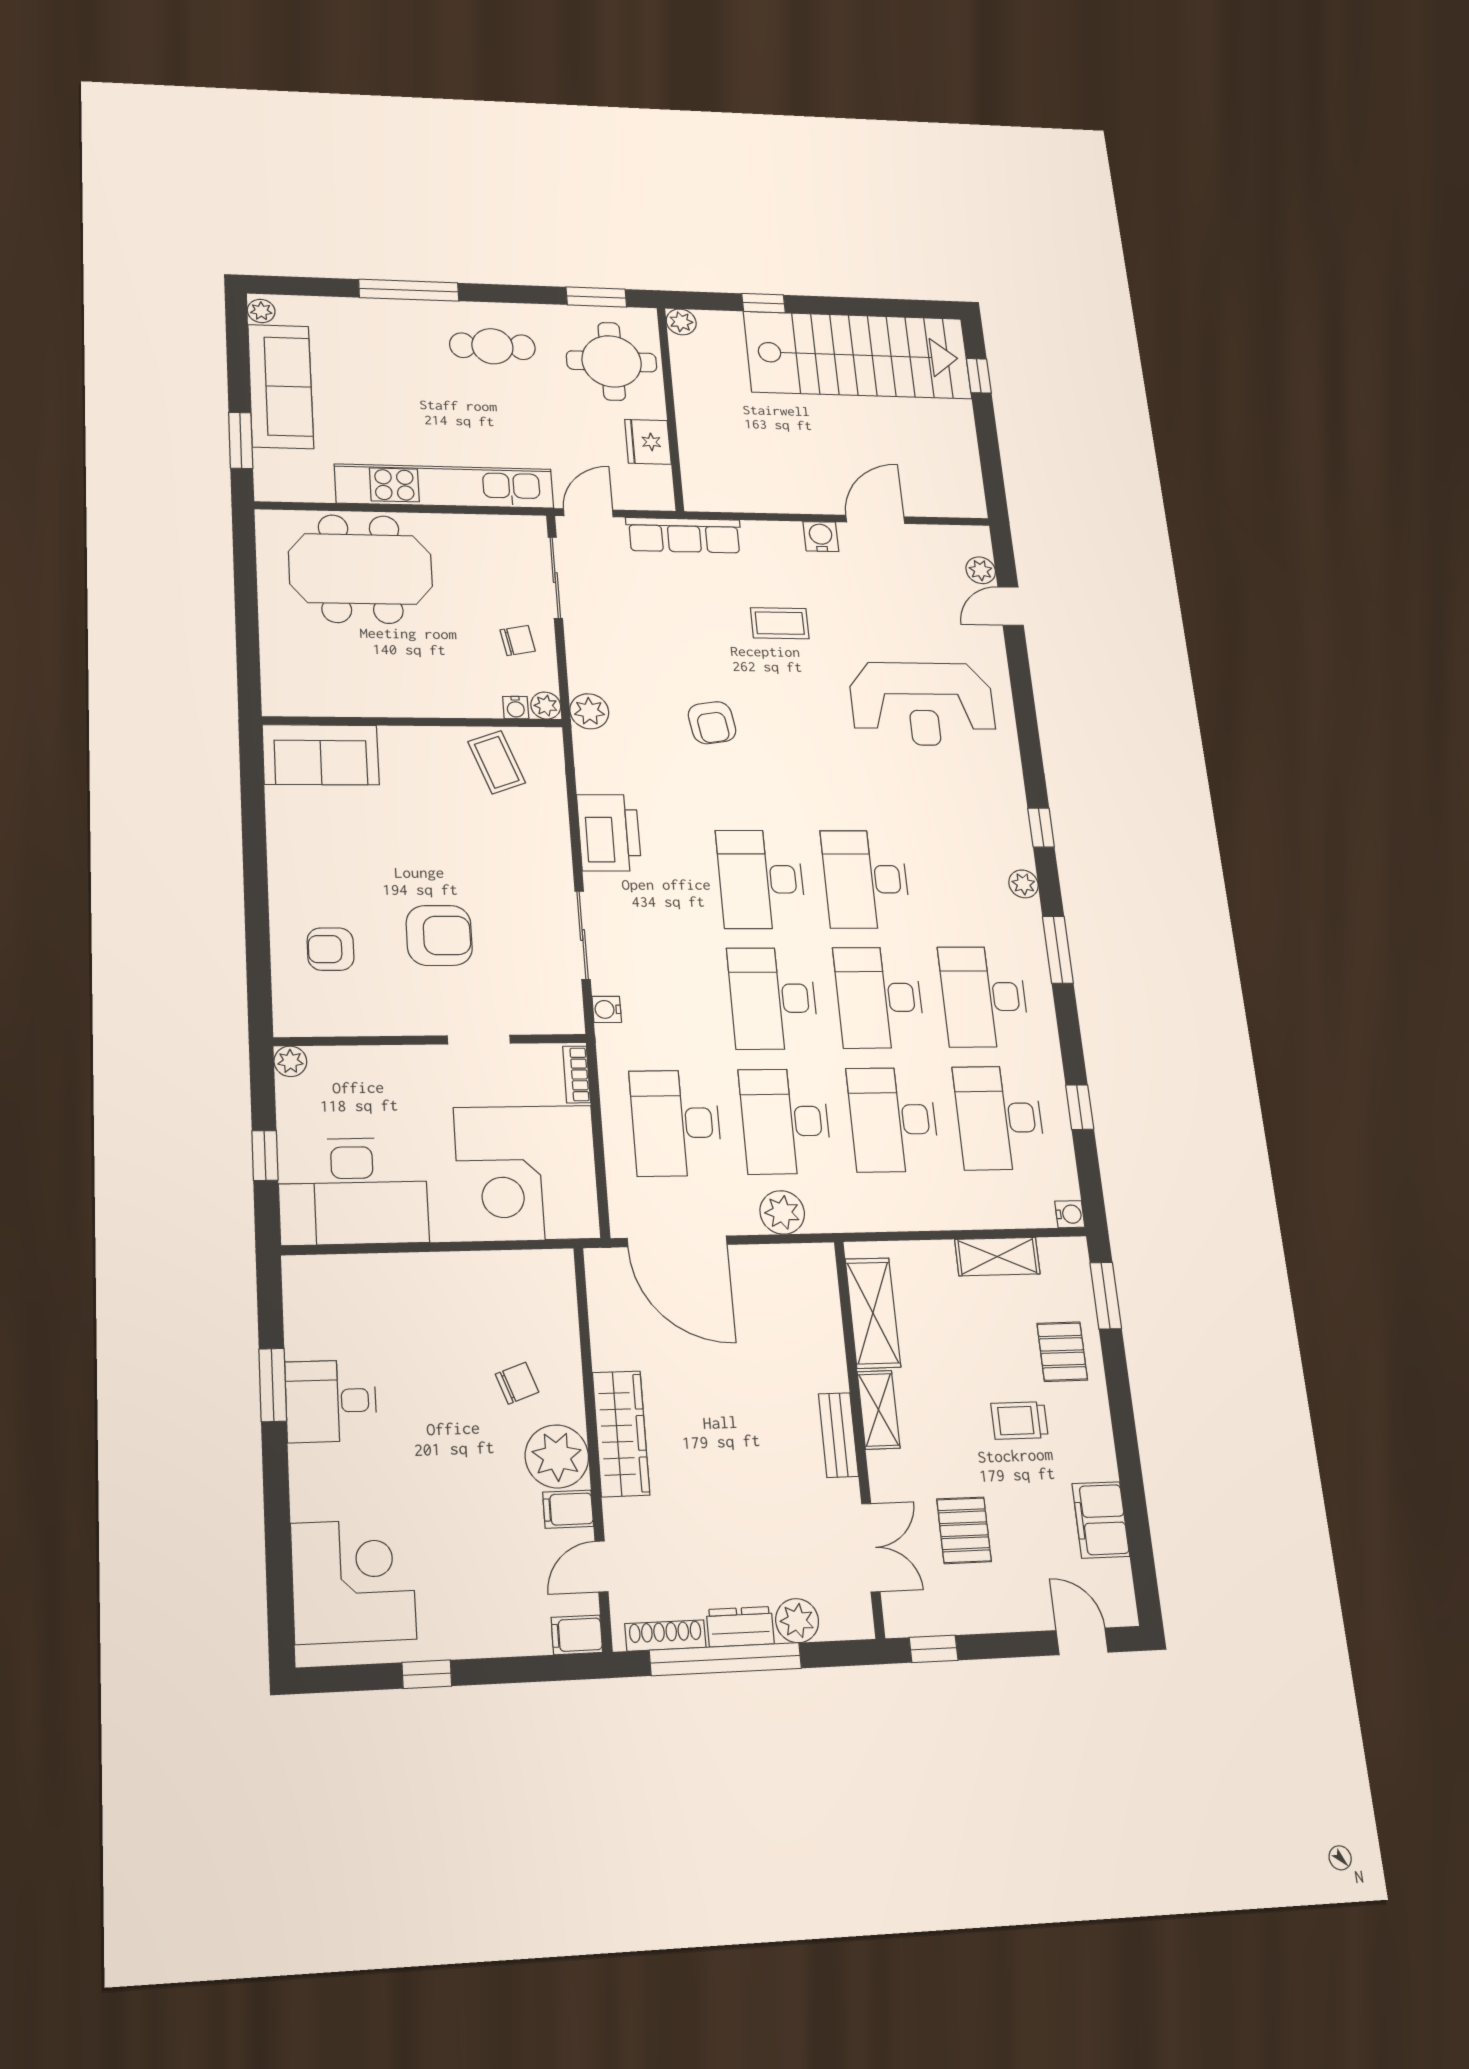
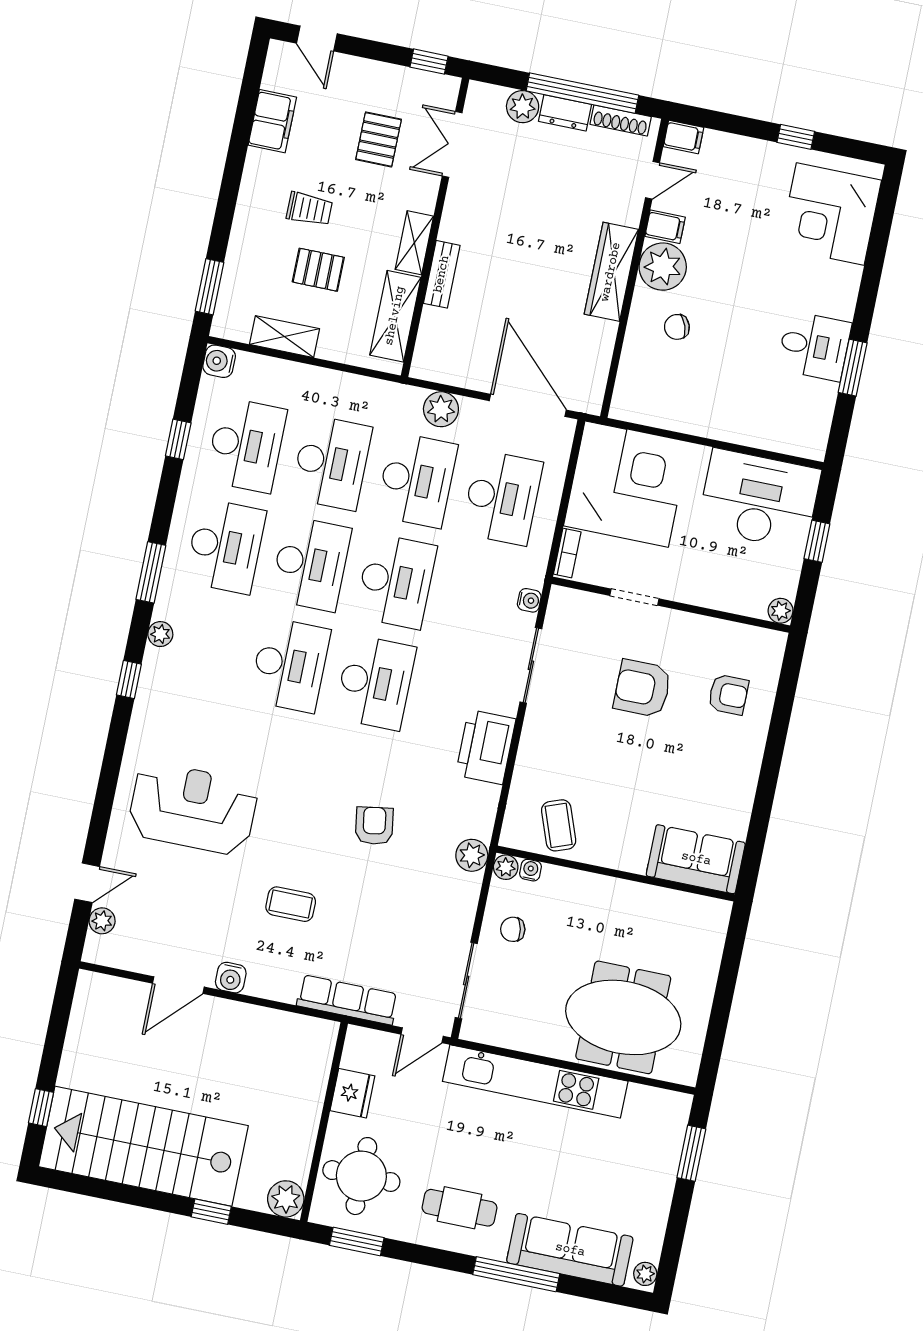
plant: (681, 322) -> (286, 1199), width x1.38, depth x1.38
sofa: (281, 386) -> (570, 1250), moved, turned 90
water cooler: (1070, 1214) -> (219, 361), width x1.38, depth x1.38
pallet: (1062, 1352) -> (318, 270), moved, turned 90
bench: (838, 1435) -> (442, 274), moved

